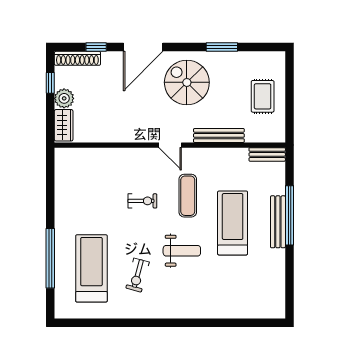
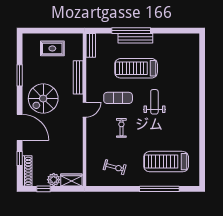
exercise bike: (138, 275) -> (115, 167), moved

